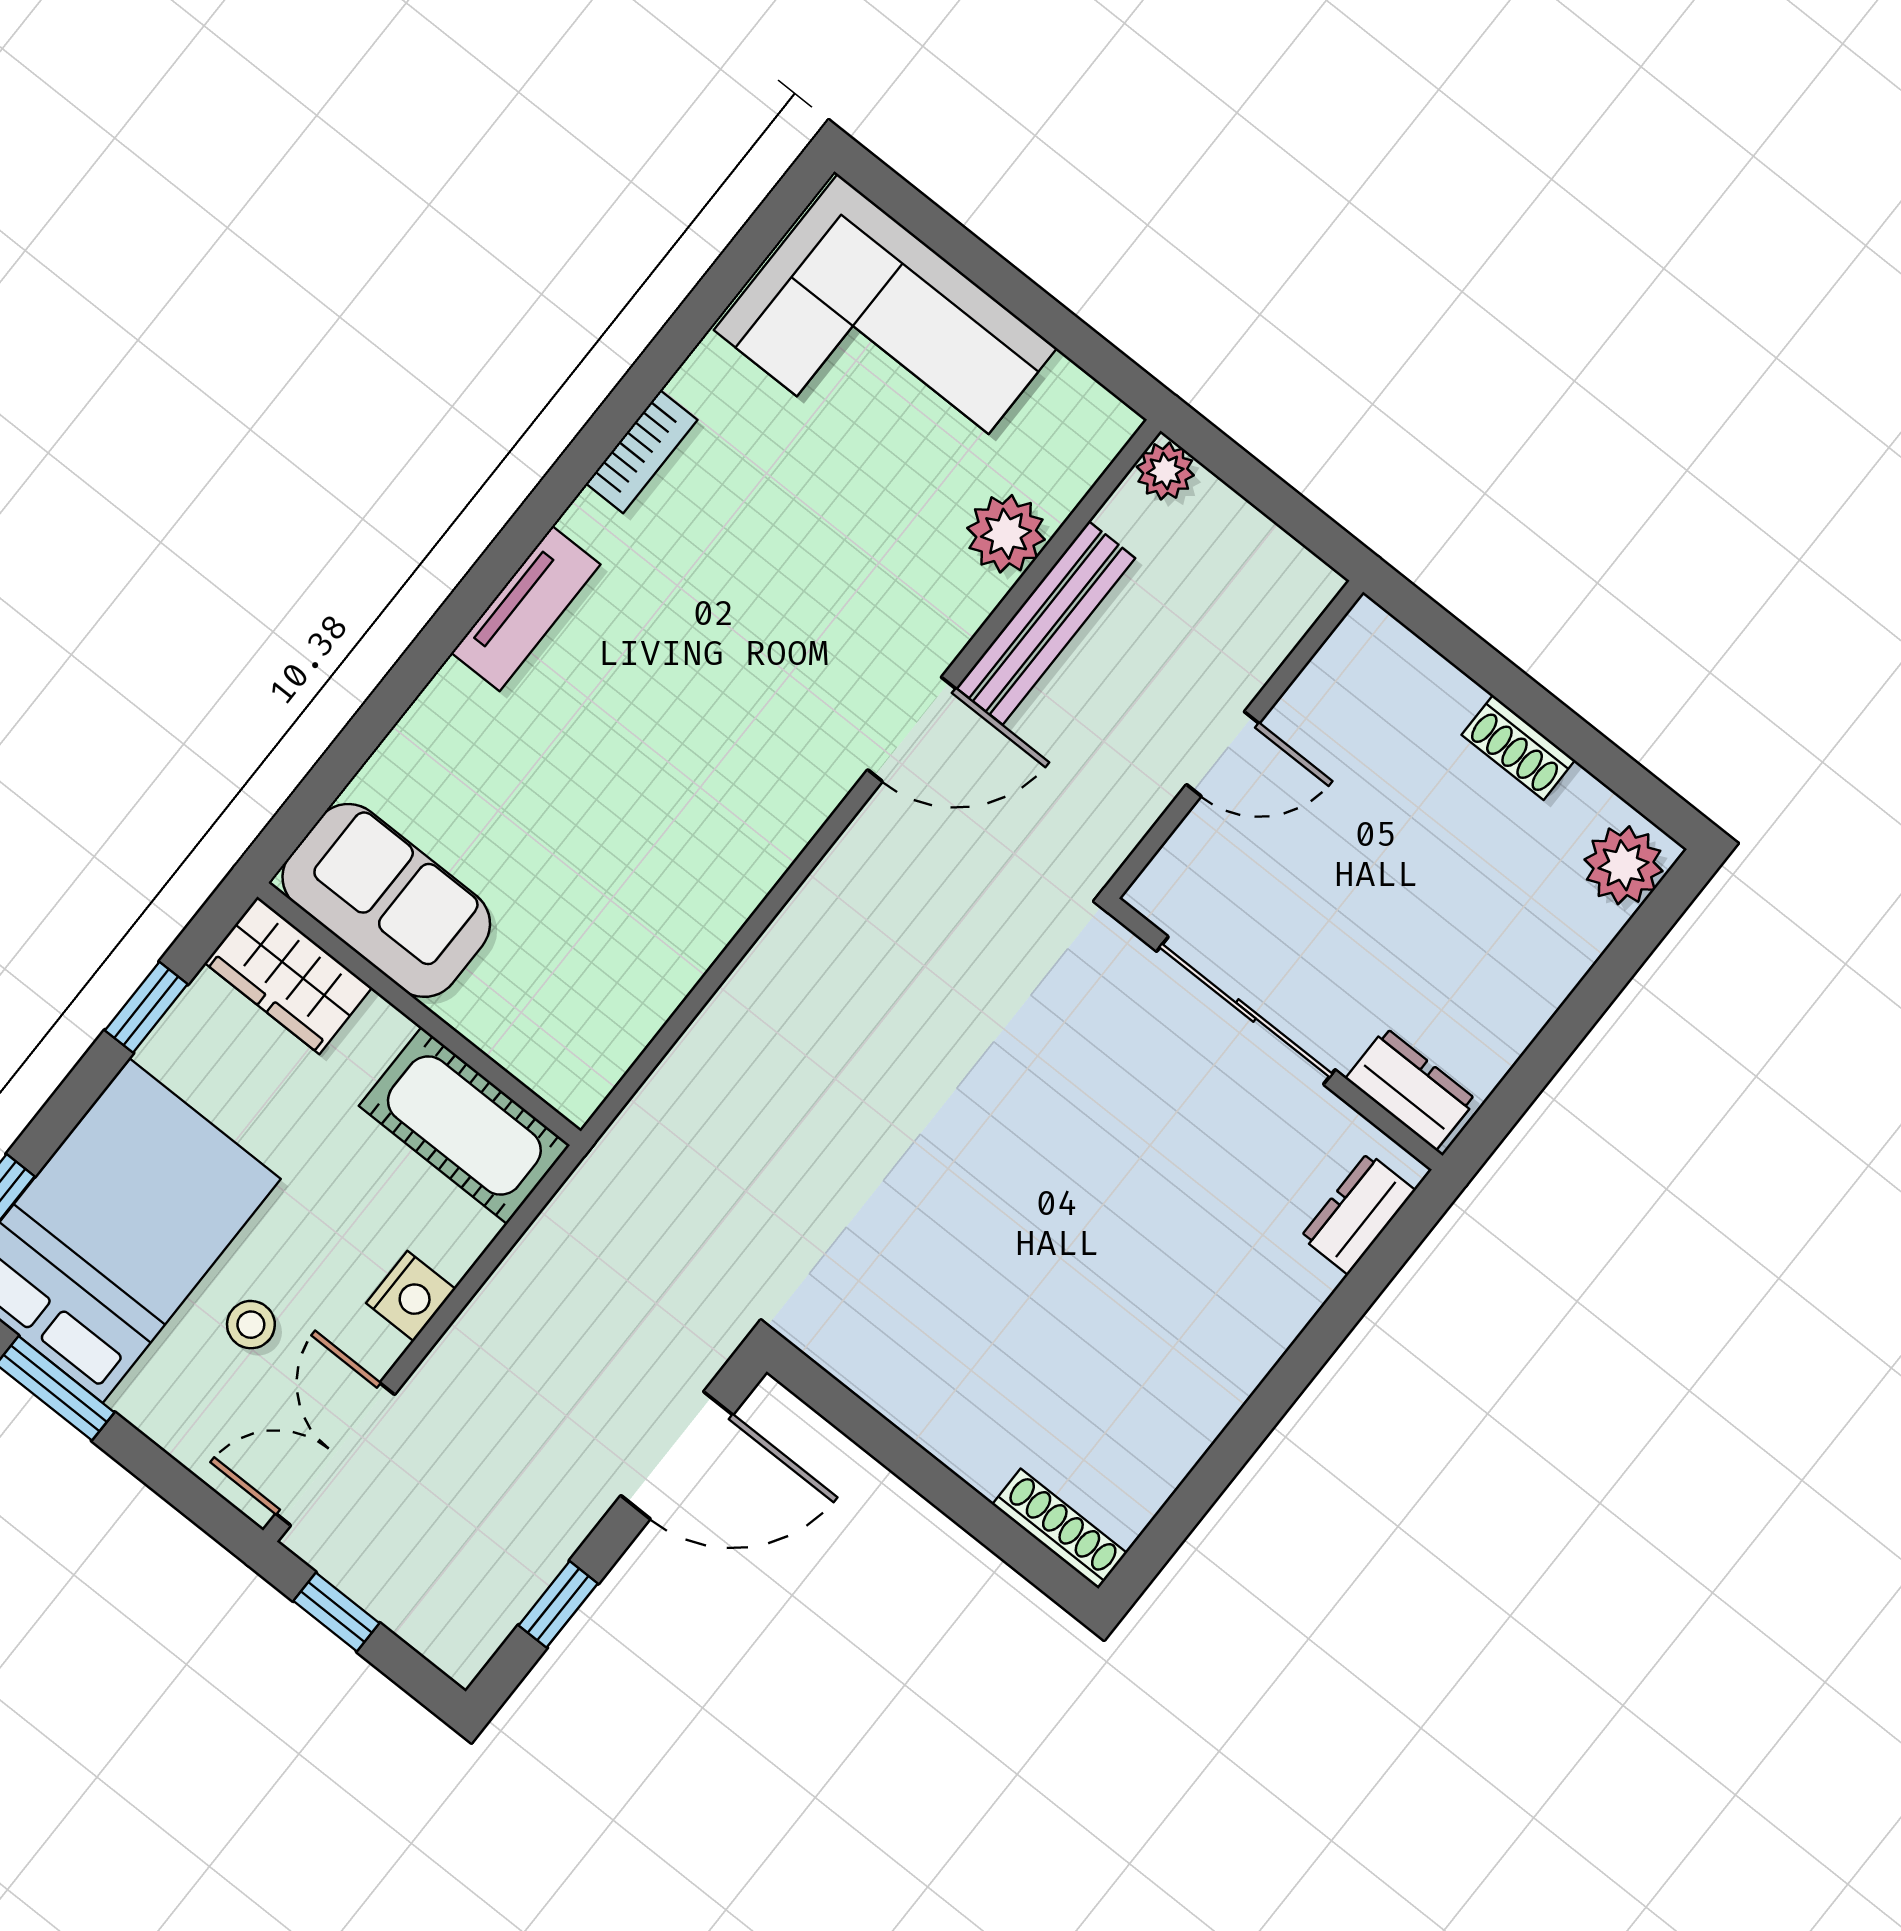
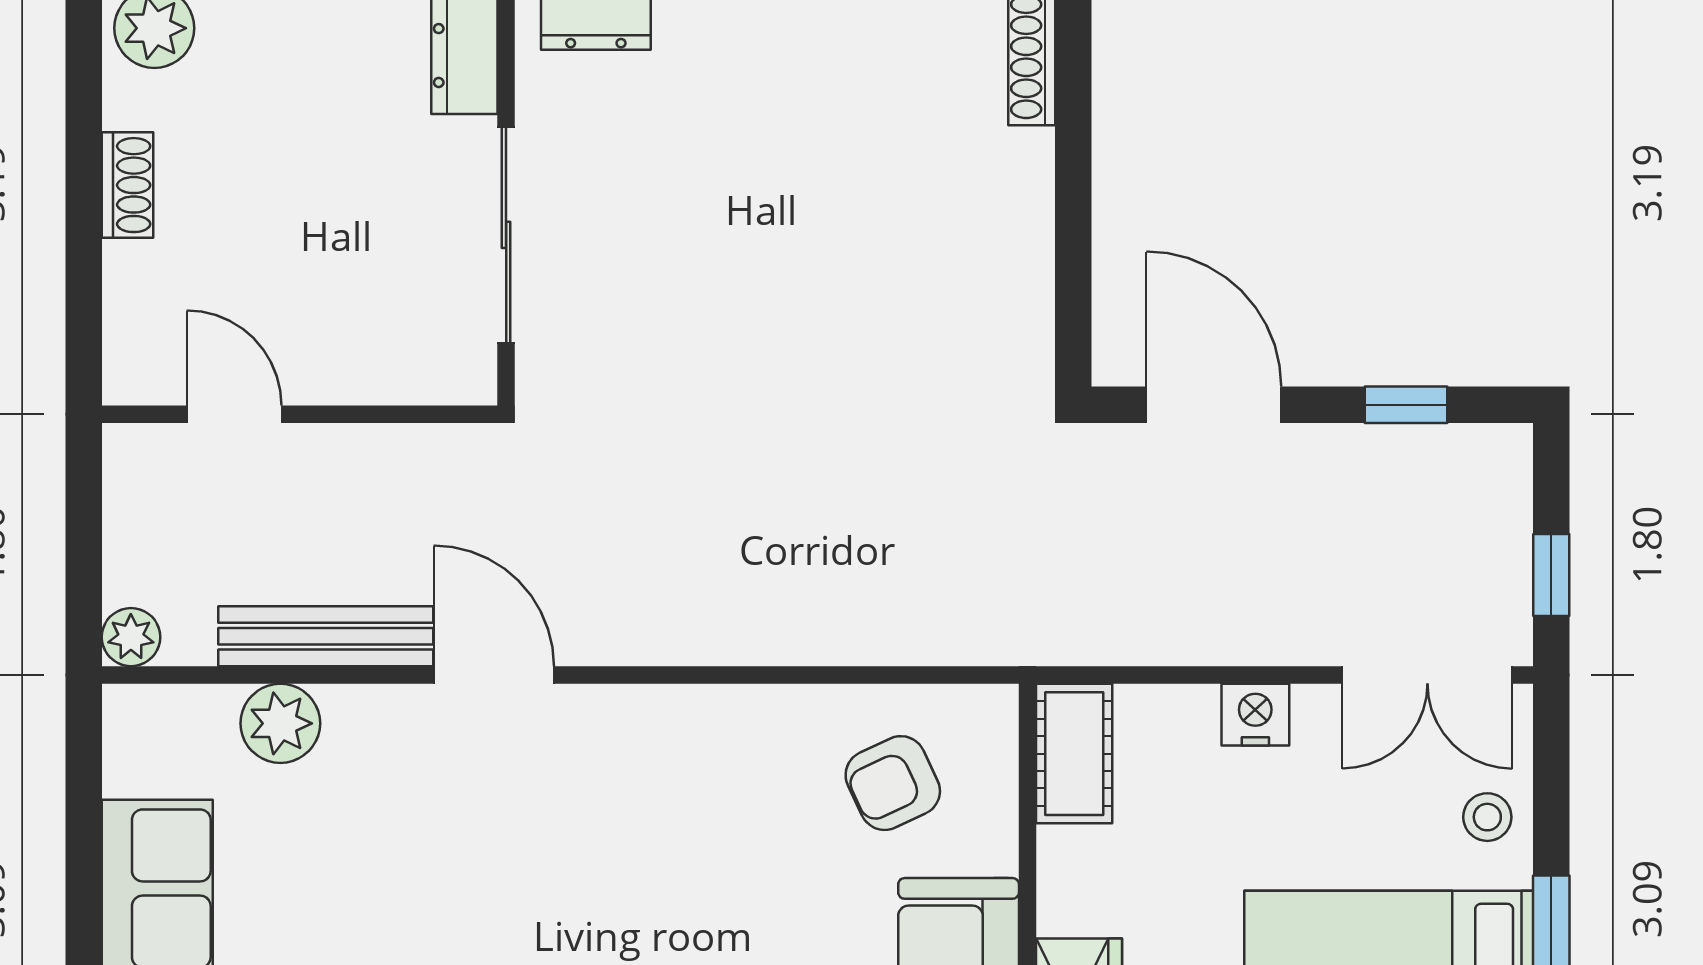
door: (1223, 754) -> (234, 414), moved
armchair: (581, 972) -> (893, 783), added
cot: (464, 1125) -> (1074, 754), width x0.73, depth x0.75
stool: (251, 1325) -> (1487, 817), moved

